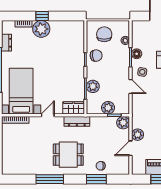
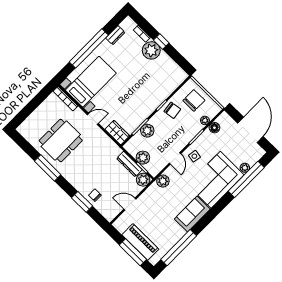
floor lamp: (137, 54) -> (214, 128), moved
dresser: (77, 121) -> (129, 164), moved
plant: (138, 135) -> (163, 181), moved
dining table: (68, 155) -> (61, 141), moved, width x1.38

